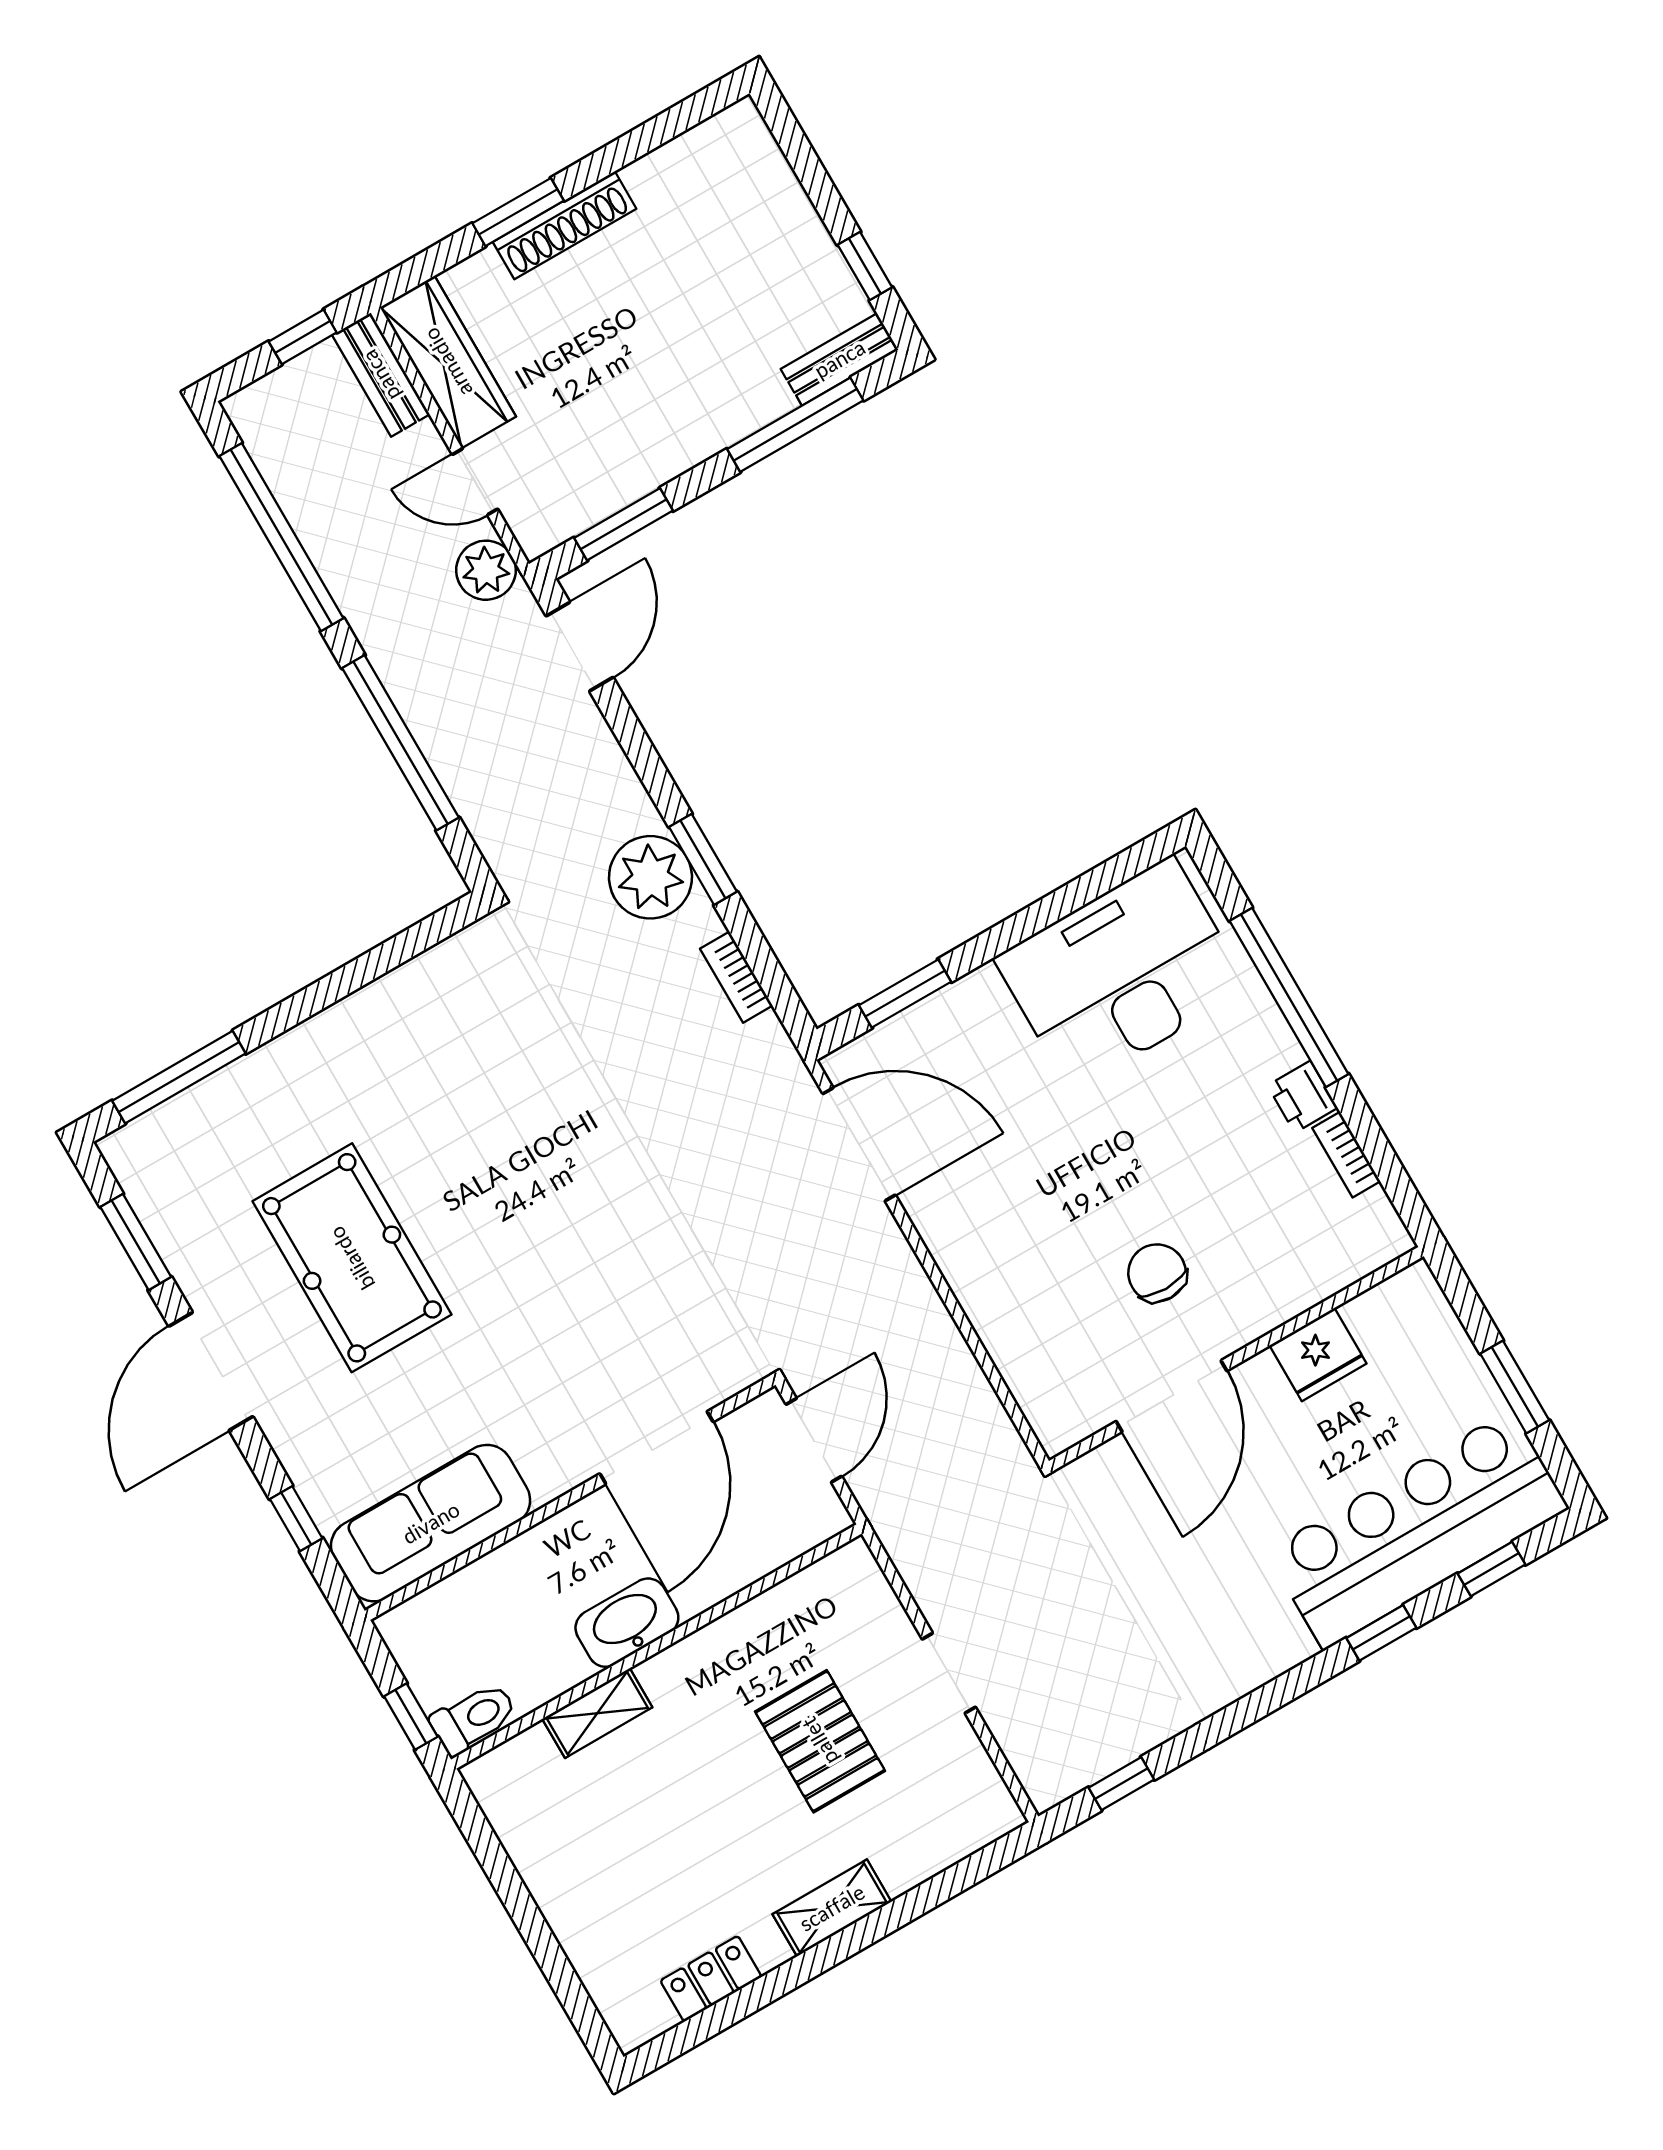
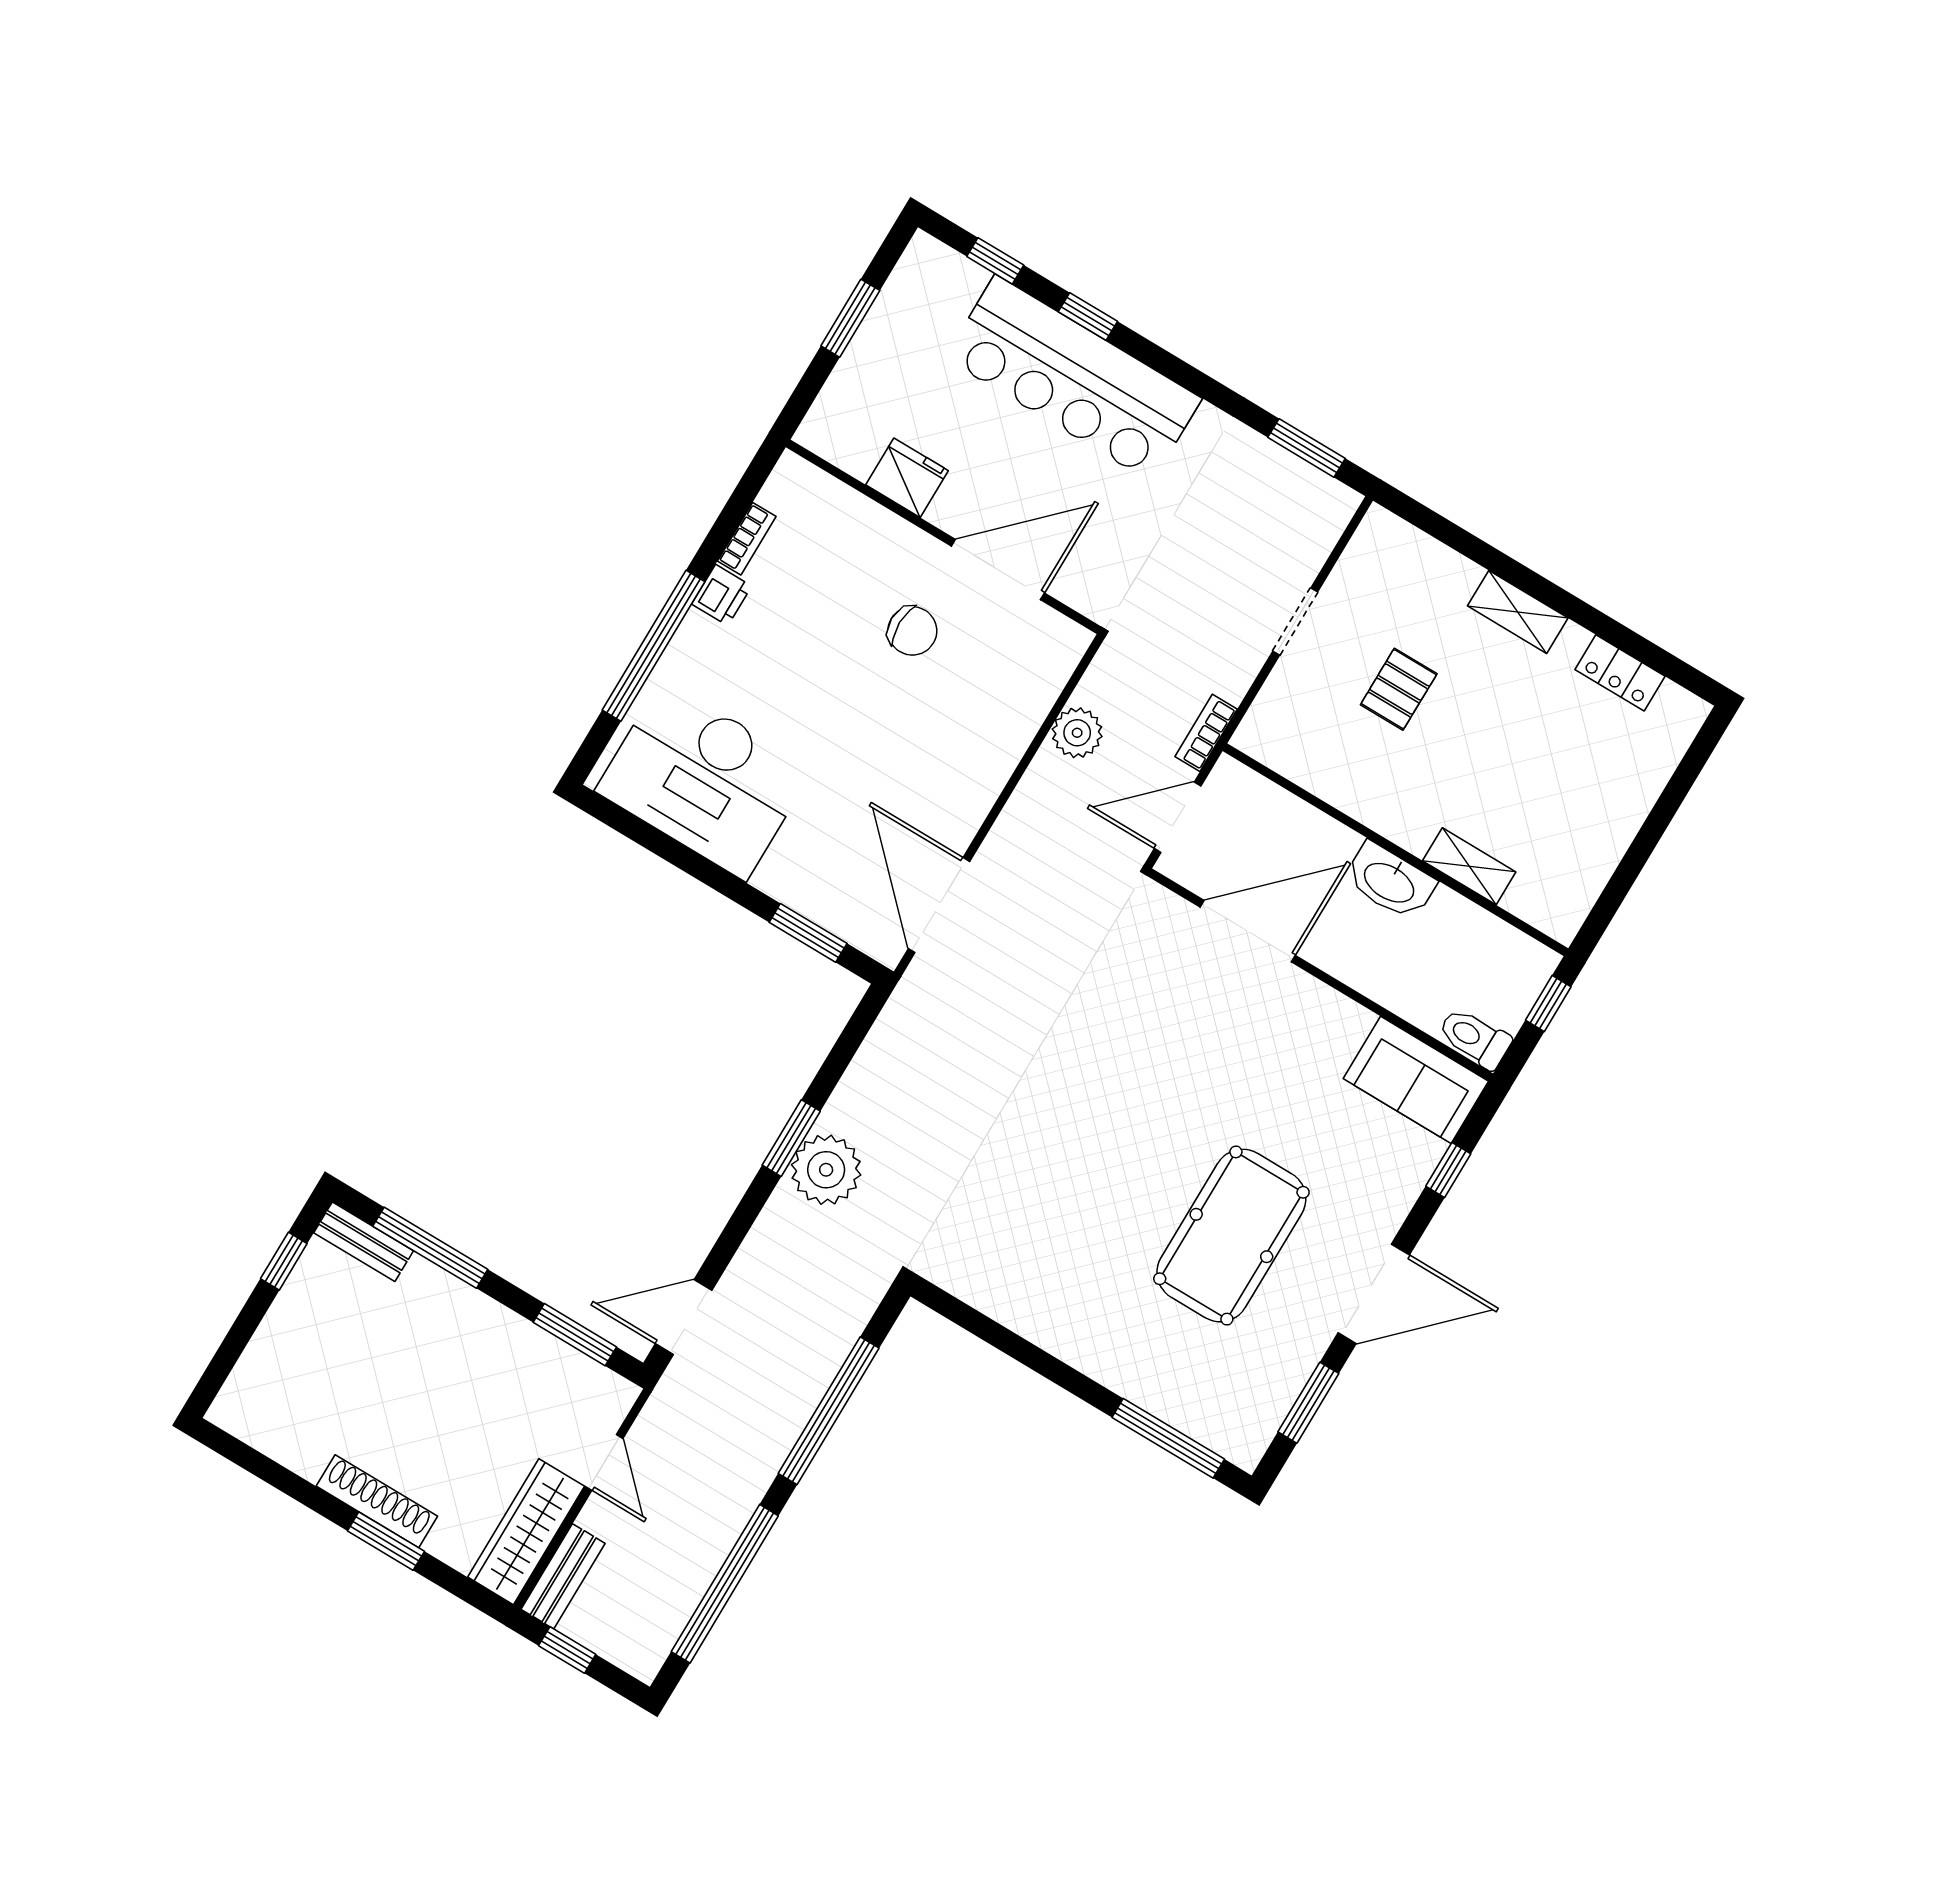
plant: (486, 570) -> (1077, 733), moved
bookcase: (736, 977) -> (1206, 733), moved, turned 180
chair: (1157, 1273) -> (912, 631), turned -90
sofa: (431, 1523) -> (1416, 1080), width x0.73
bar counter: (1418, 1530) -> (1073, 378), moved
toilet: (474, 1718) -> (1475, 1038), moved
pallet: (820, 1741) -> (1399, 689), width x0.67, depth x0.71
window: (1121, 1784) -> (1307, 448), width x1.50

